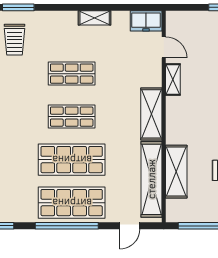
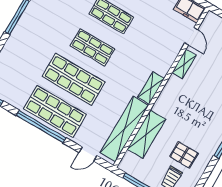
shelving: (151, 114) -> (151, 88), width x0.67, depth x0.75

